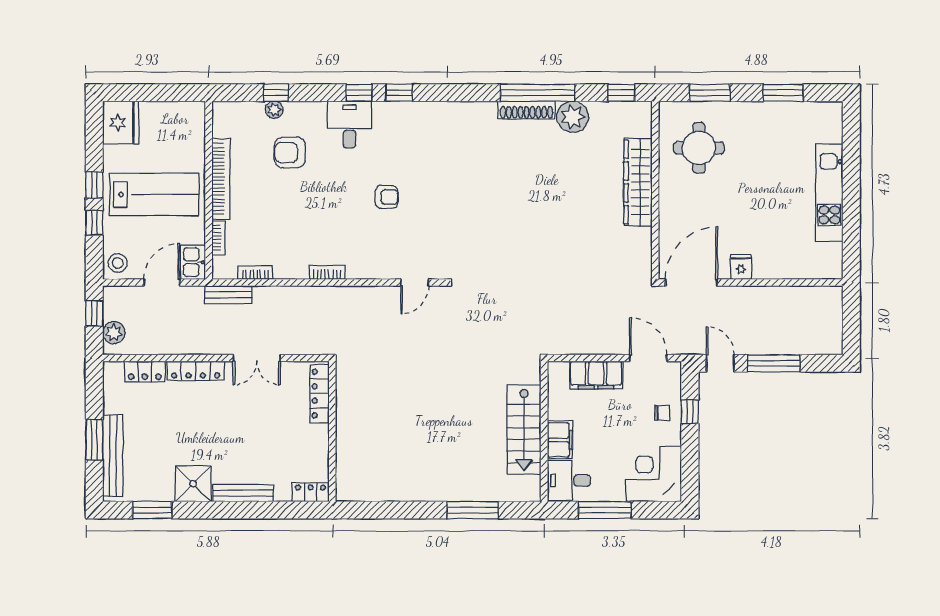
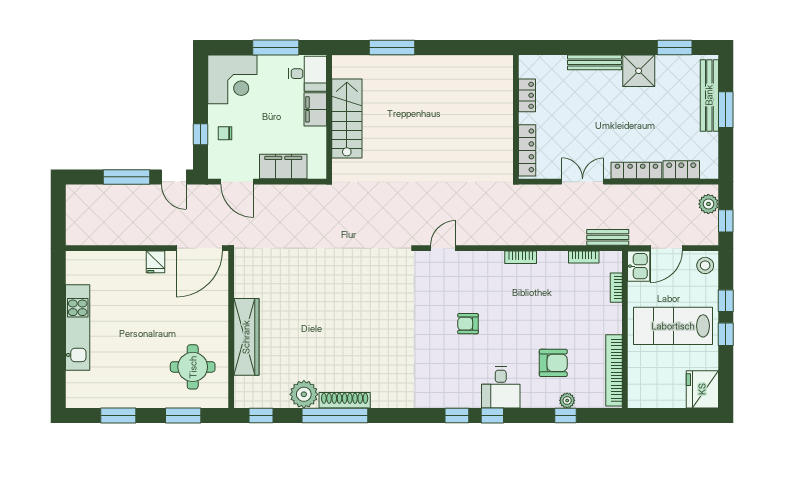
bookcase: (221, 179) -> (614, 370), moved
locker: (310, 492) -> (527, 95), moved, turned -90

